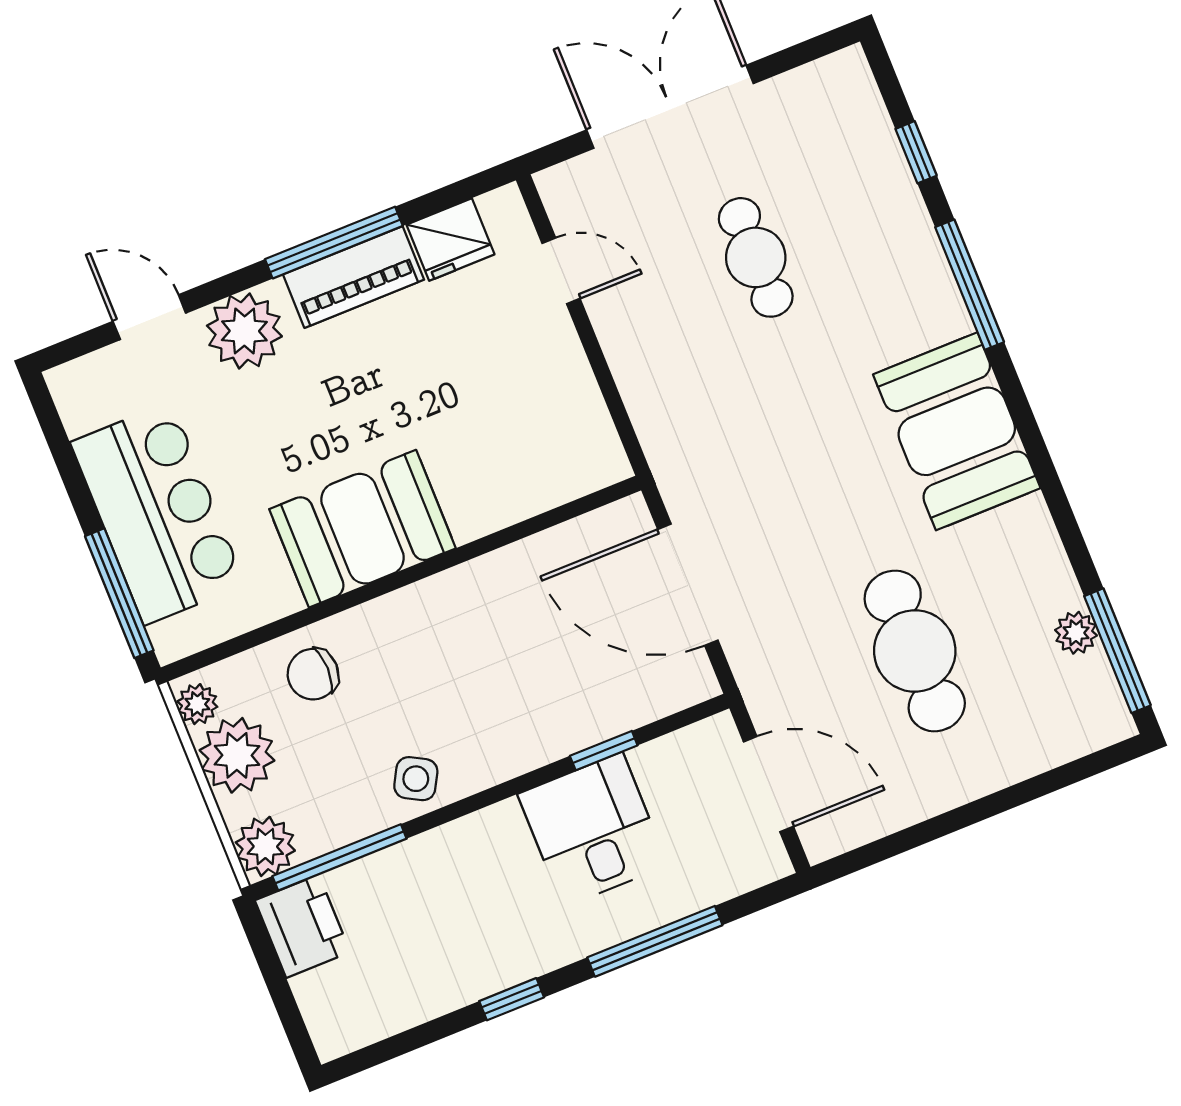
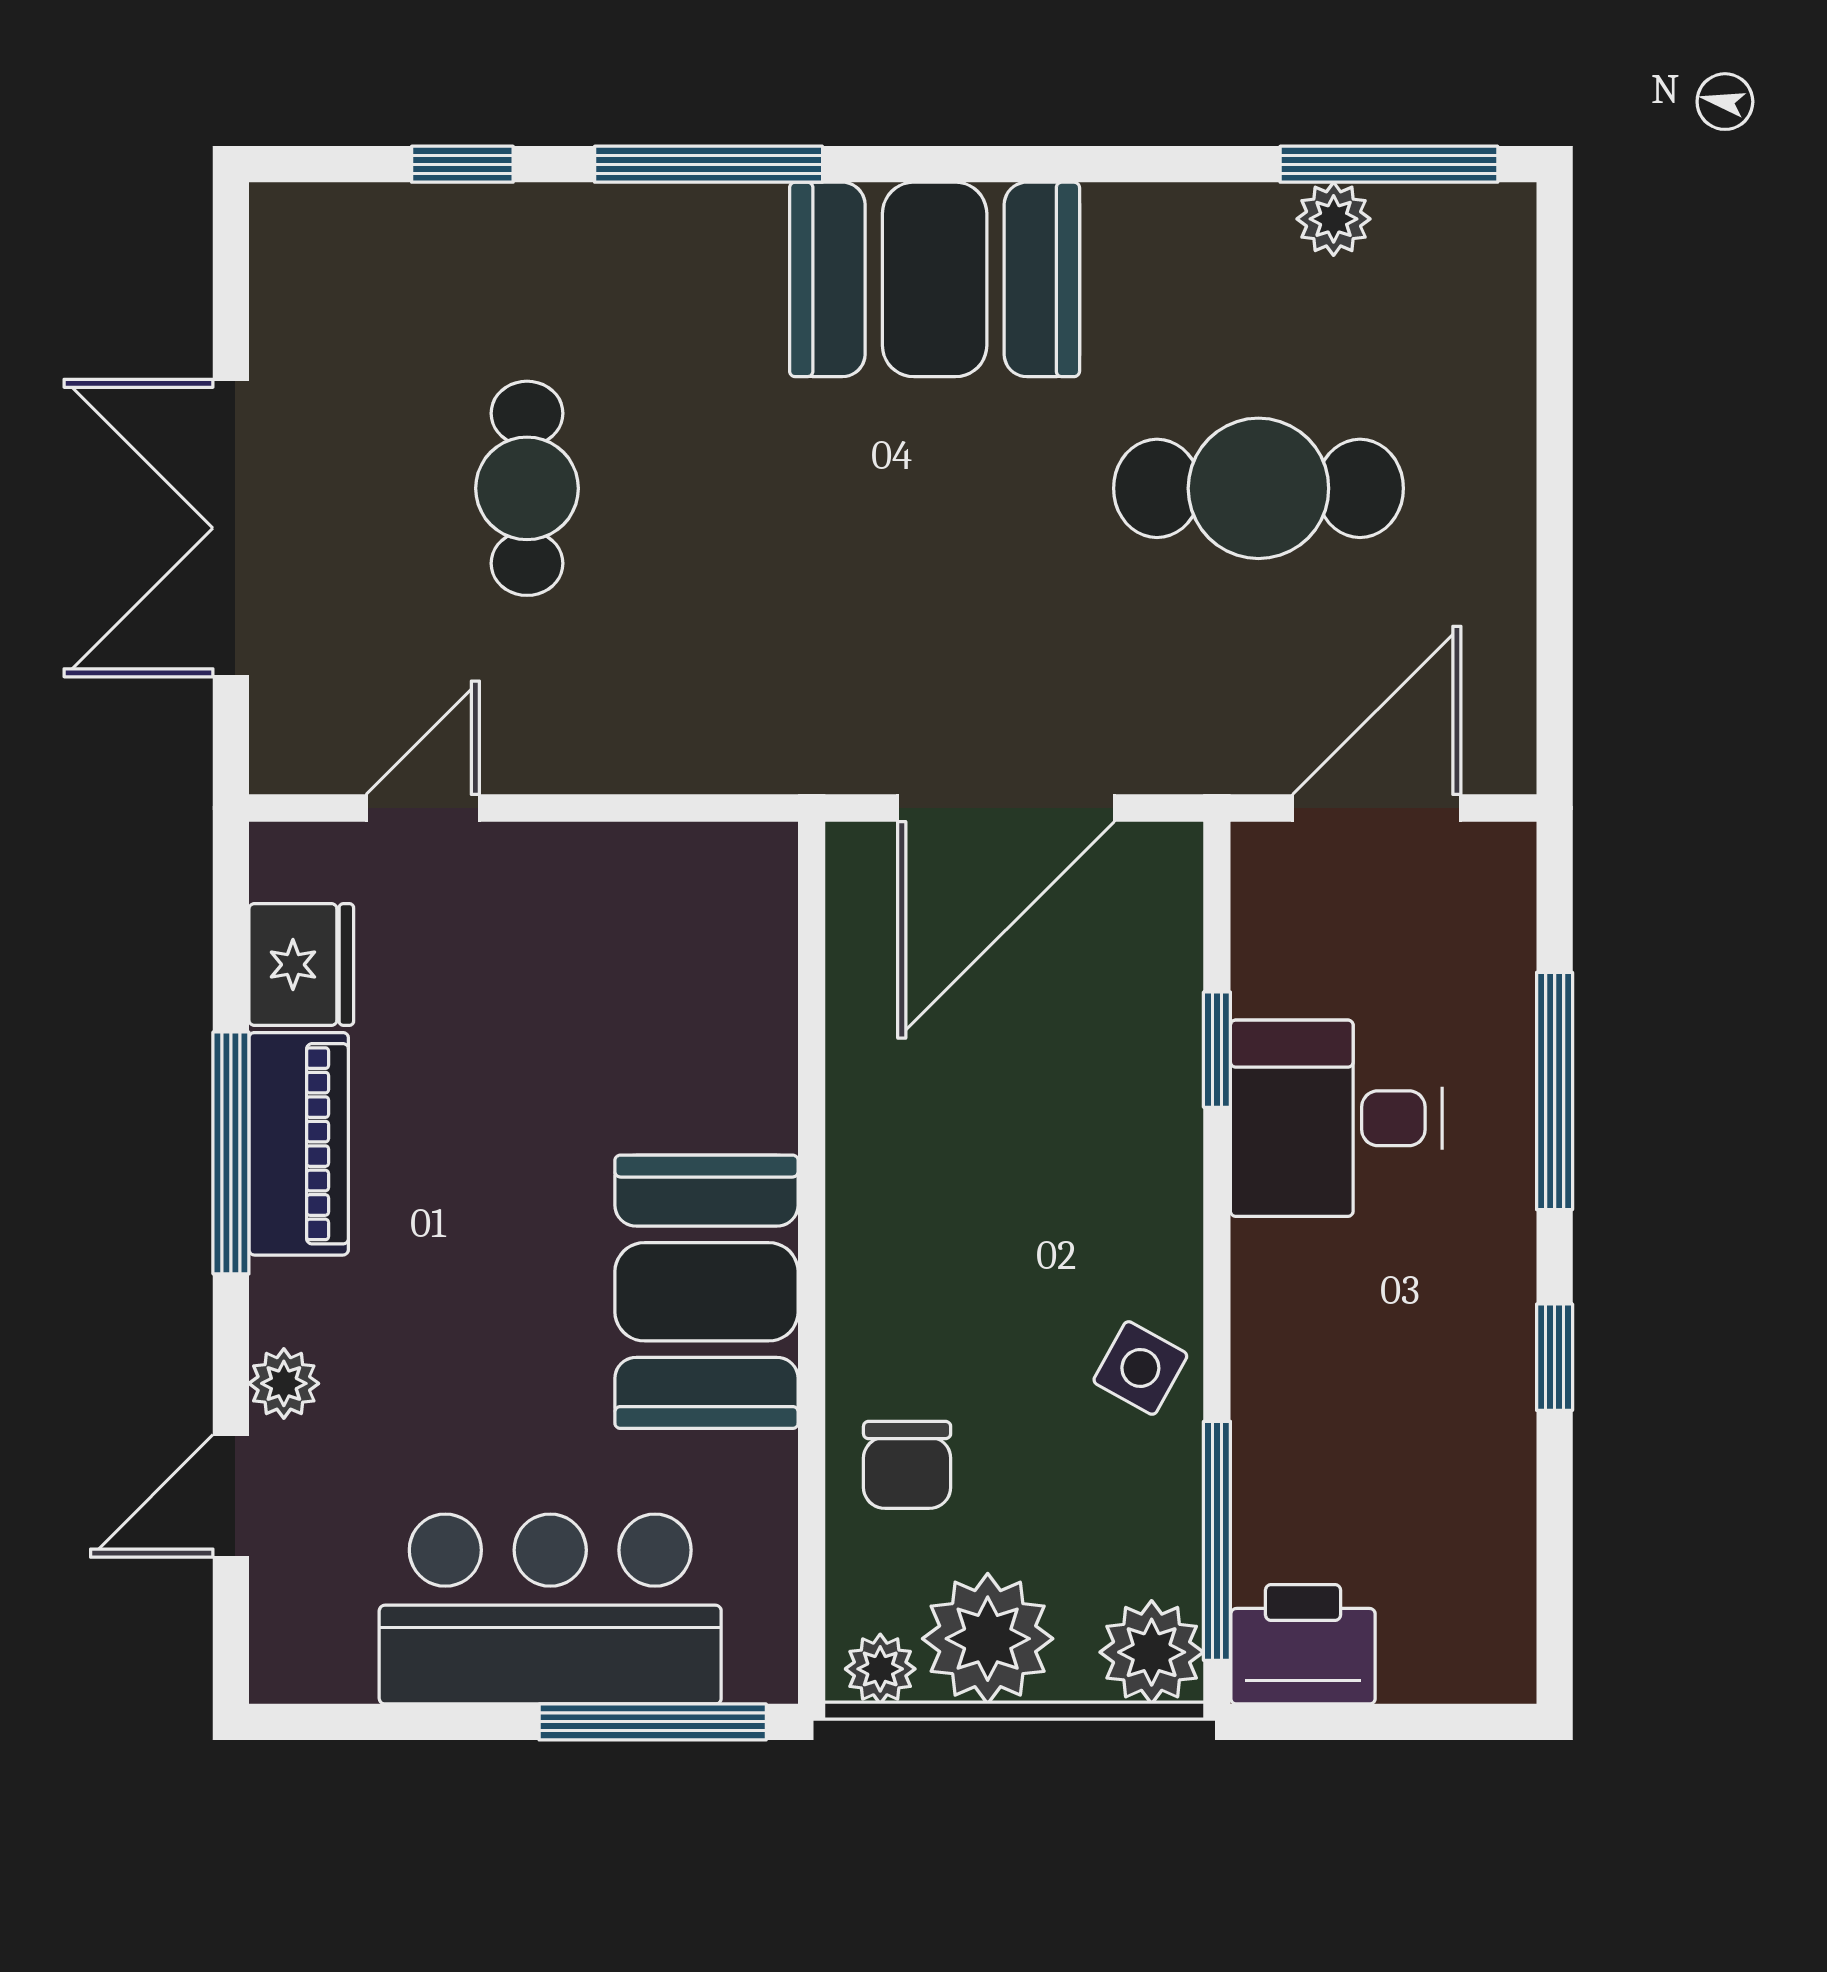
cafe table: (756, 257) -> (527, 488), turned 90
plant: (244, 331) -> (284, 1383), width x0.53, depth x0.53

